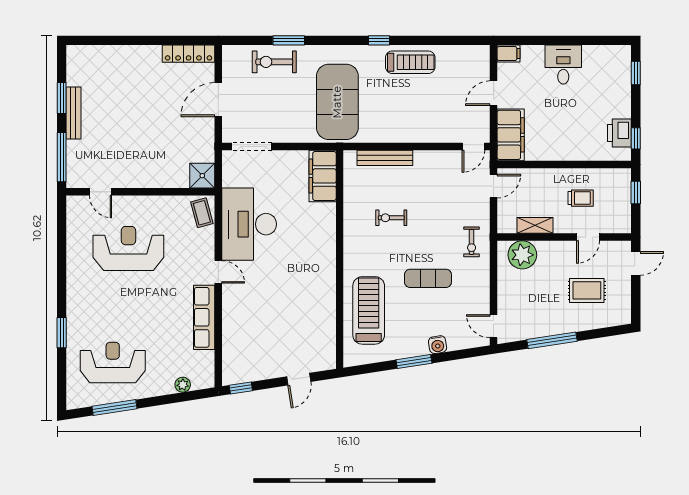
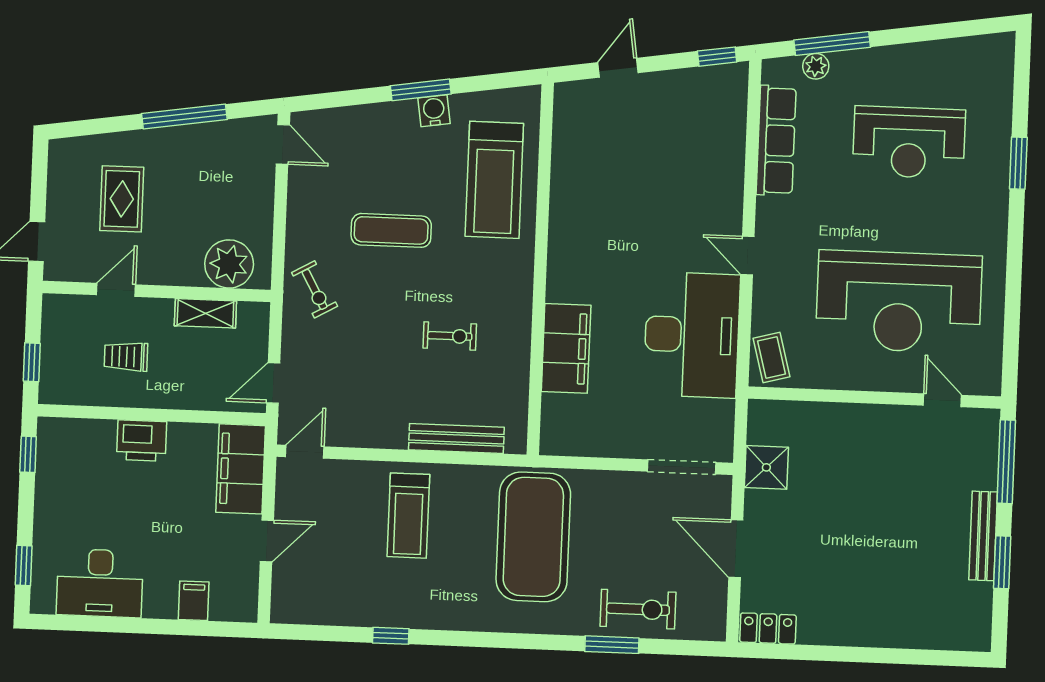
window: (379, 40) -> (391, 636), moved
locker: (189, 54) -> (768, 628), width x0.66
filing cabinet: (509, 54) -> (194, 601), moved, turned 90
treadmill: (410, 62) -> (408, 516), moved, turned -90
desk: (563, 65) -> (100, 583), moved, width x1.37
door: (218, 100) -> (736, 549), swing flipped
printer: (619, 133) -> (142, 441), moved, turned 90
shower: (202, 176) -> (766, 467), moved
filing cabinet: (323, 176) -> (566, 348), moved
exercise bike: (472, 242) -> (315, 289), turned 151
reception desk: (128, 248) -> (899, 302), width x1.36, depth x1.30
rug: (587, 290) -> (122, 199), turned 90
row of seats: (204, 317) -> (776, 140), moved
water cooler: (438, 345) -> (434, 111), moved
reception desk: (113, 363) -> (909, 142), moved
window: (115, 407) -> (832, 44), moved

